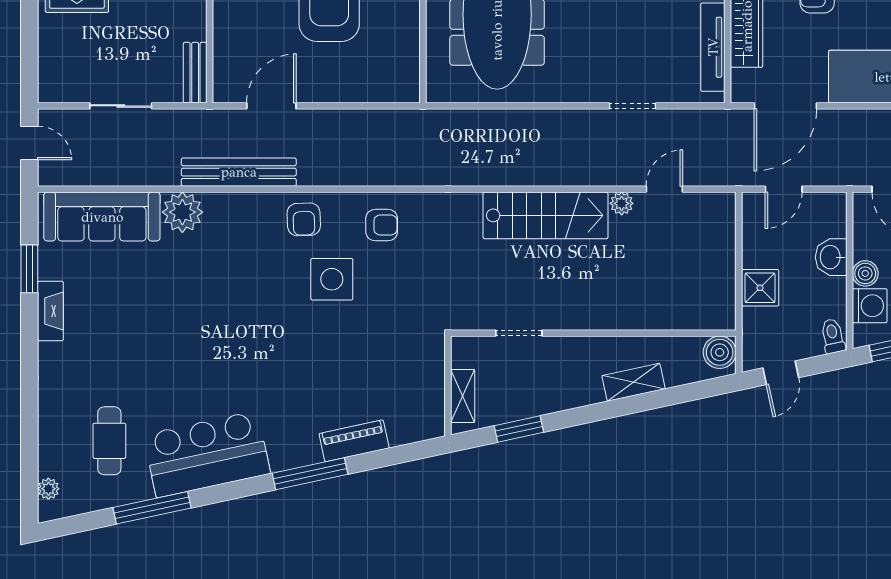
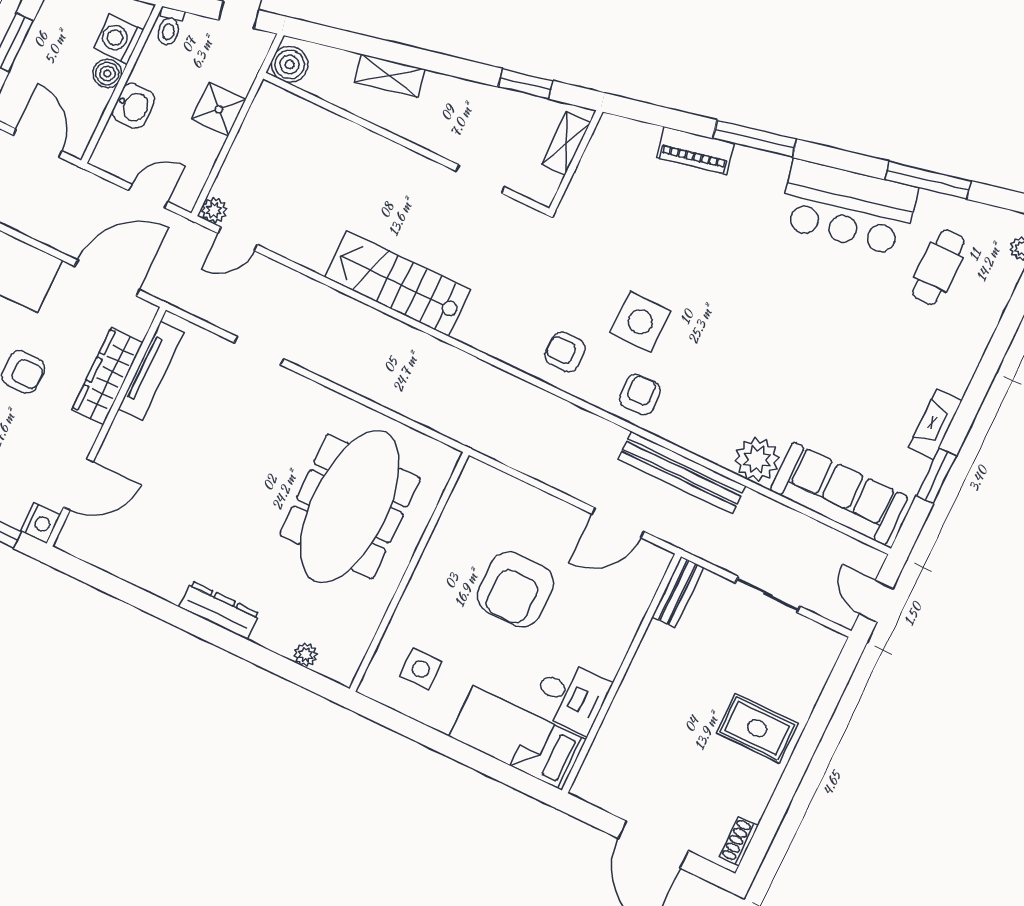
door: (664, 189) -> (238, 239), moved
plant: (622, 203) -> (214, 210), moved

